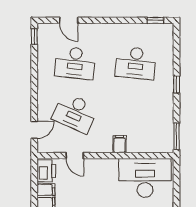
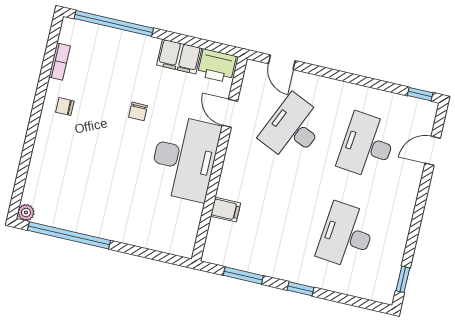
window: (177, 136) -> (243, 276), moved
filing cabinet: (120, 144) -> (226, 210), moved
door: (75, 156) -> (230, 113), hinge flipped
desk: (145, 178) -> (185, 158), moved

